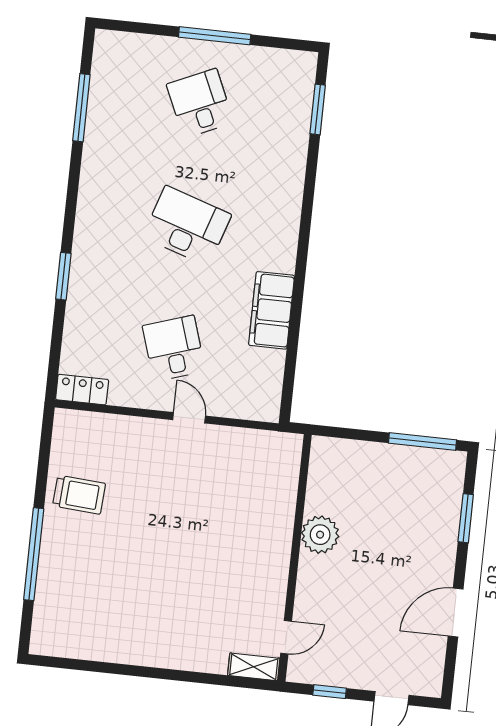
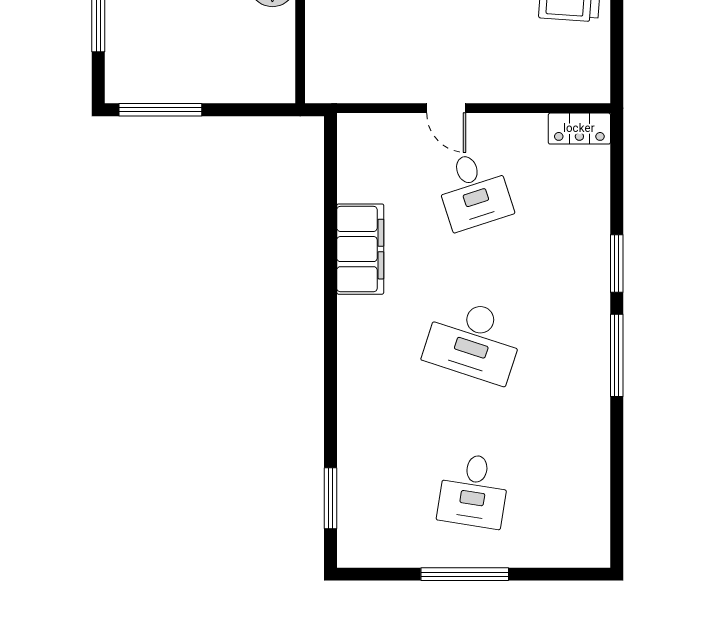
desk: (200, 103) -> (474, 490), turned 33
window: (81, 108) -> (617, 355), moved

